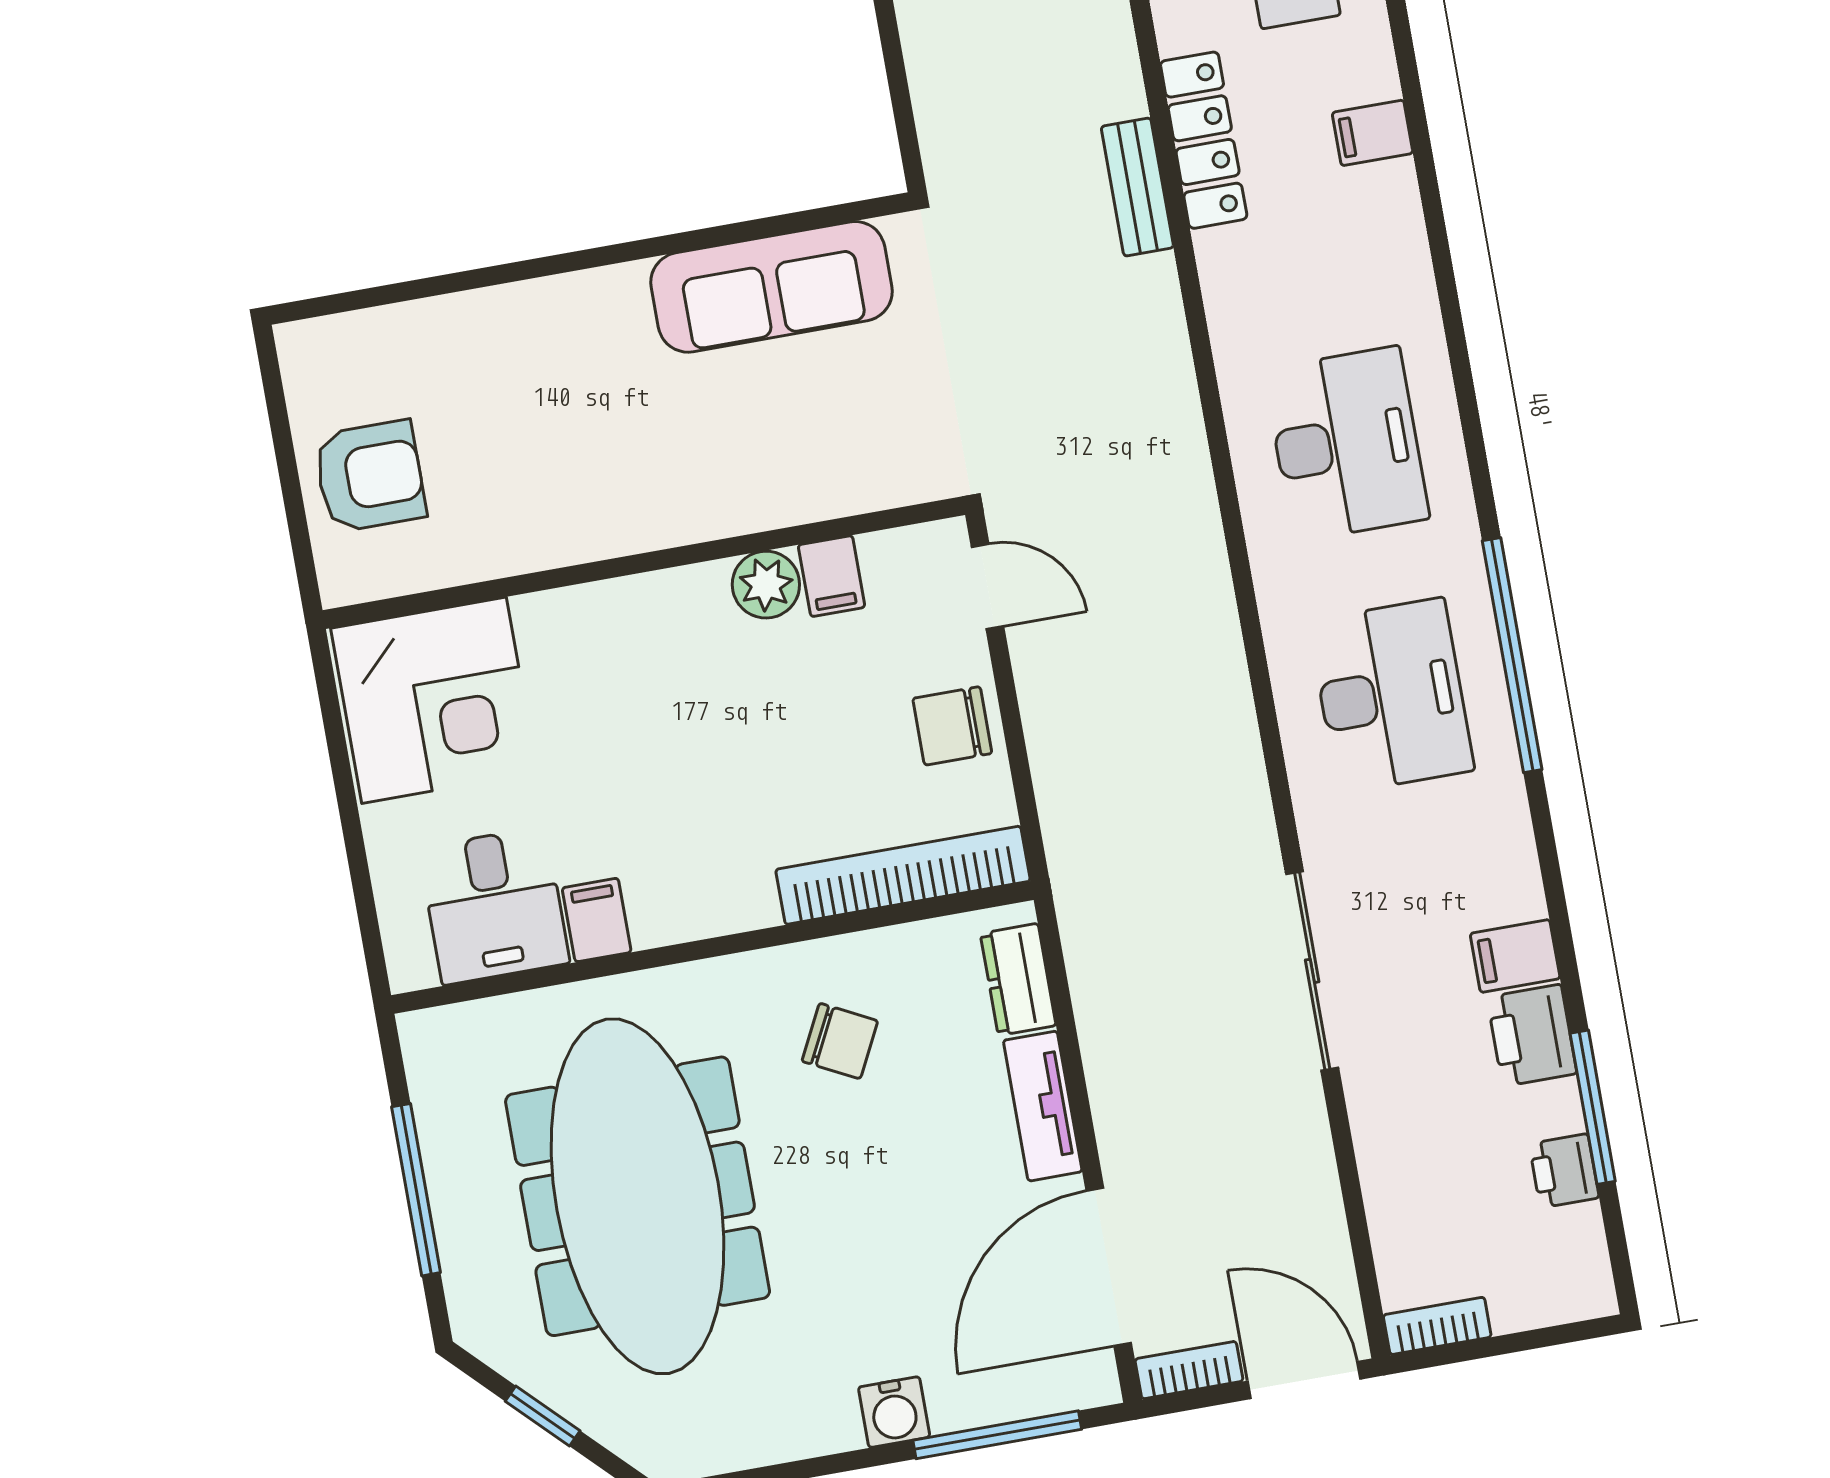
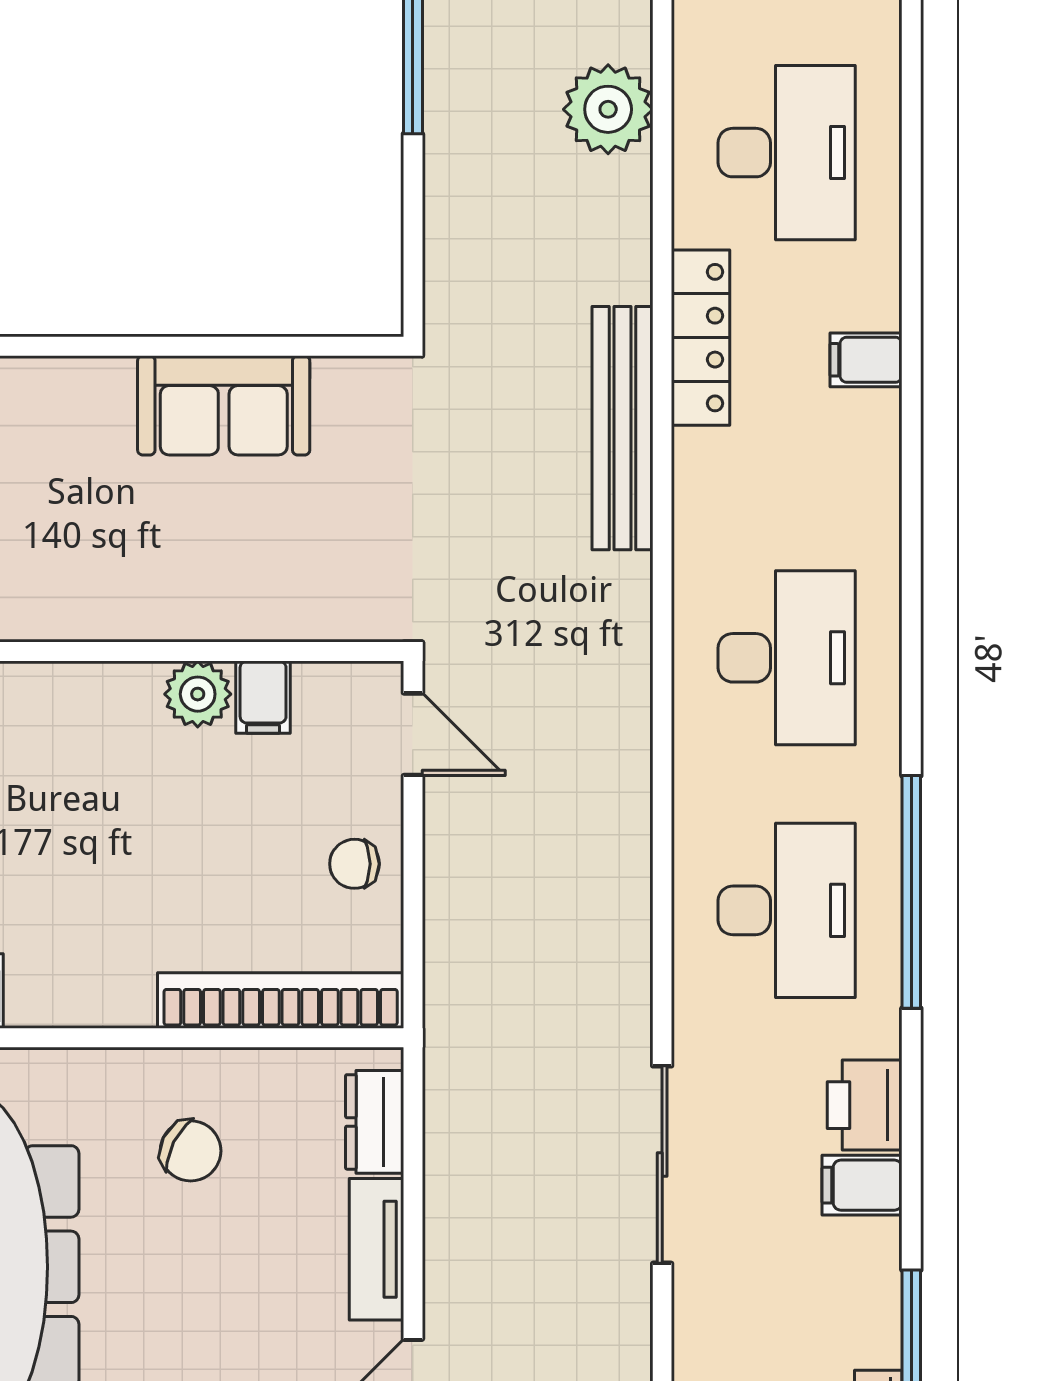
bench: (1137, 187) -> (622, 428), width x1.86, depth x1.21
sofa: (771, 287) -> (224, 405), width x0.73
chair: (952, 726) -> (354, 864), width x0.73, depth x0.73
printer: (1532, 1035) -> (865, 1105), moved

